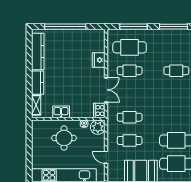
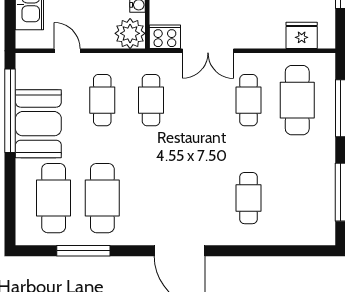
fridge: (99, 60) -> (302, 35), moved
door: (106, 157) -> (67, 51), hinge flipped

